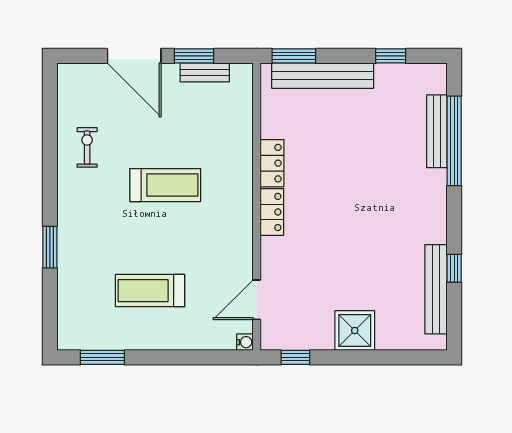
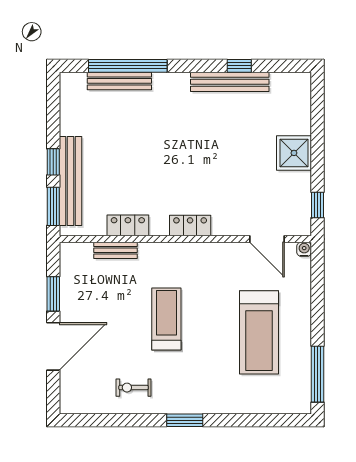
window: (391, 56) -> (53, 162), moved
bench: (205, 72) -> (115, 250), moved, turned 90
locker: (272, 163) -> (128, 225), moved
window: (50, 247) -> (185, 420), moved
bench: (436, 289) -> (230, 82), moved
treadmill: (150, 291) -> (259, 332), width x1.37, depth x1.38
window: (102, 357) -> (318, 374), width x1.44

